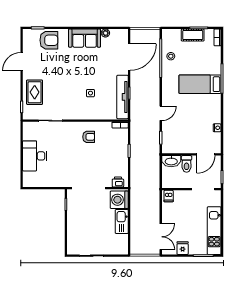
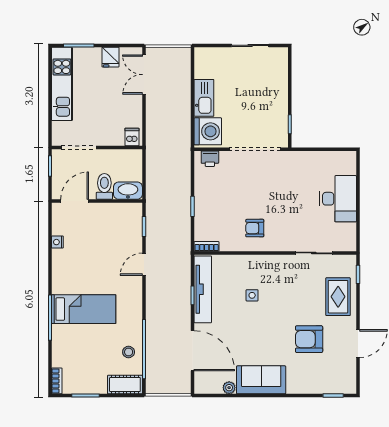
cot: (193, 35) -> (125, 385), moved
armchair: (49, 40) -> (309, 339), moved
door: (129, 57) -> (193, 351), swing flipped

